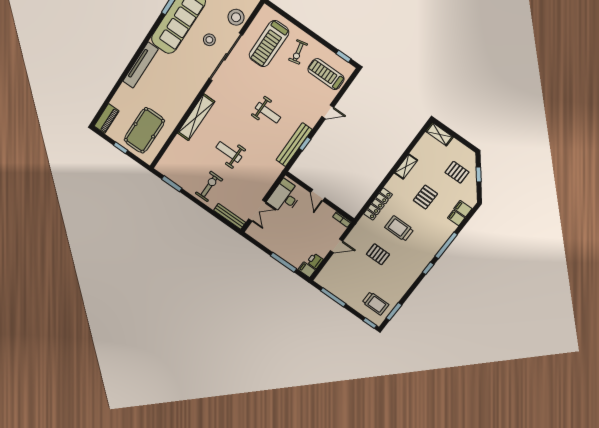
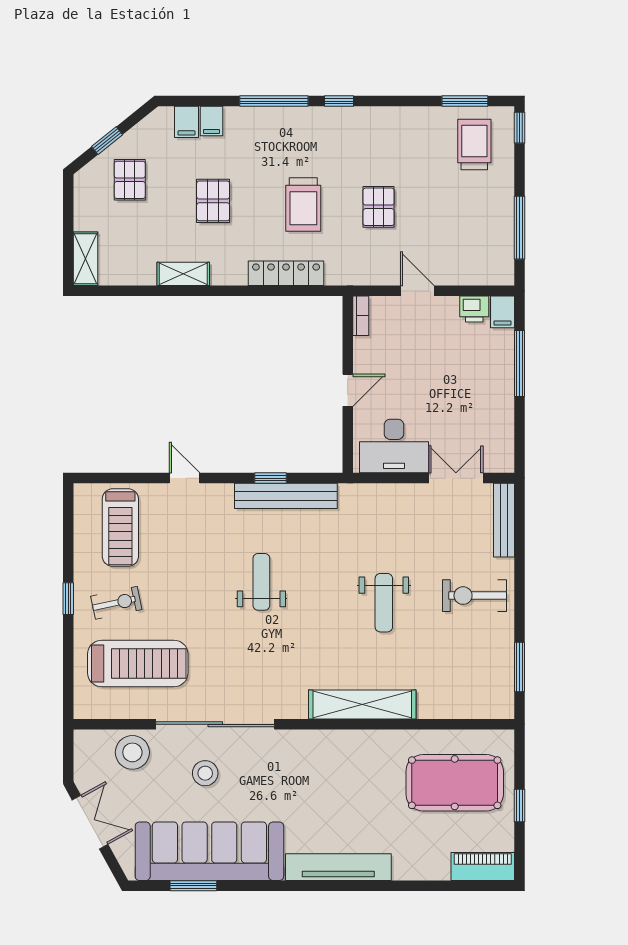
window: (344, 56) -> (68, 599), moved
pallet: (425, 197) -> (213, 201), turned 90

